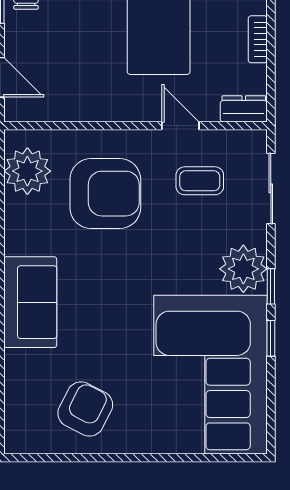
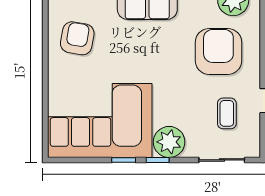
armchair: (105, 194) -> (218, 51), turned 180
armchair: (85, 409) -> (77, 38), turned -107

